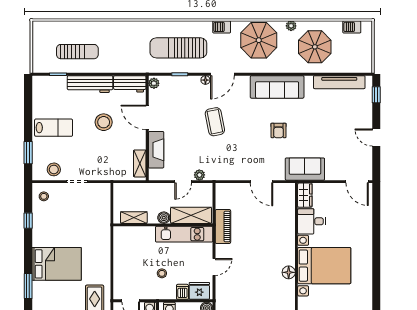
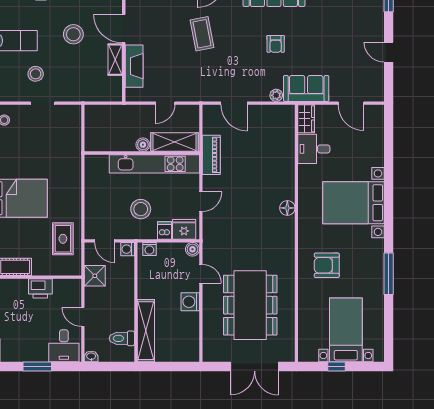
shelving: (140, 163) -> (115, 60), moved
stool: (54, 169) -> (36, 74), moved
plant: (199, 175) -> (276, 95), moved
door: (262, 182) -> (234, 103), moved
door: (357, 182) -> (351, 103), moved
shelving: (134, 218) -> (108, 145), removed
kitchen unit: (184, 234) -> (154, 164), width x1.36
bed with nightstands: (324, 266) -> (354, 203), moved, turned 180
stool: (162, 273) -> (141, 209), width x1.89, depth x1.89

